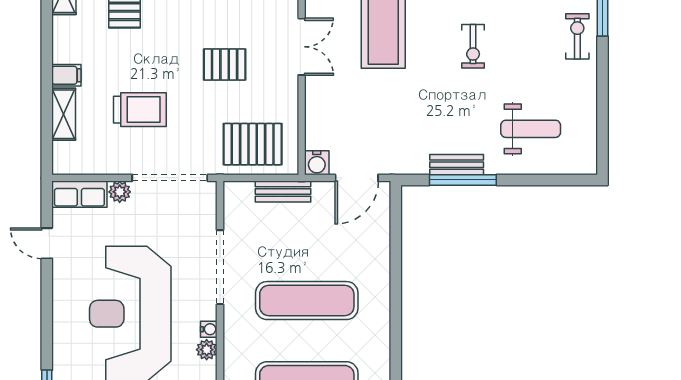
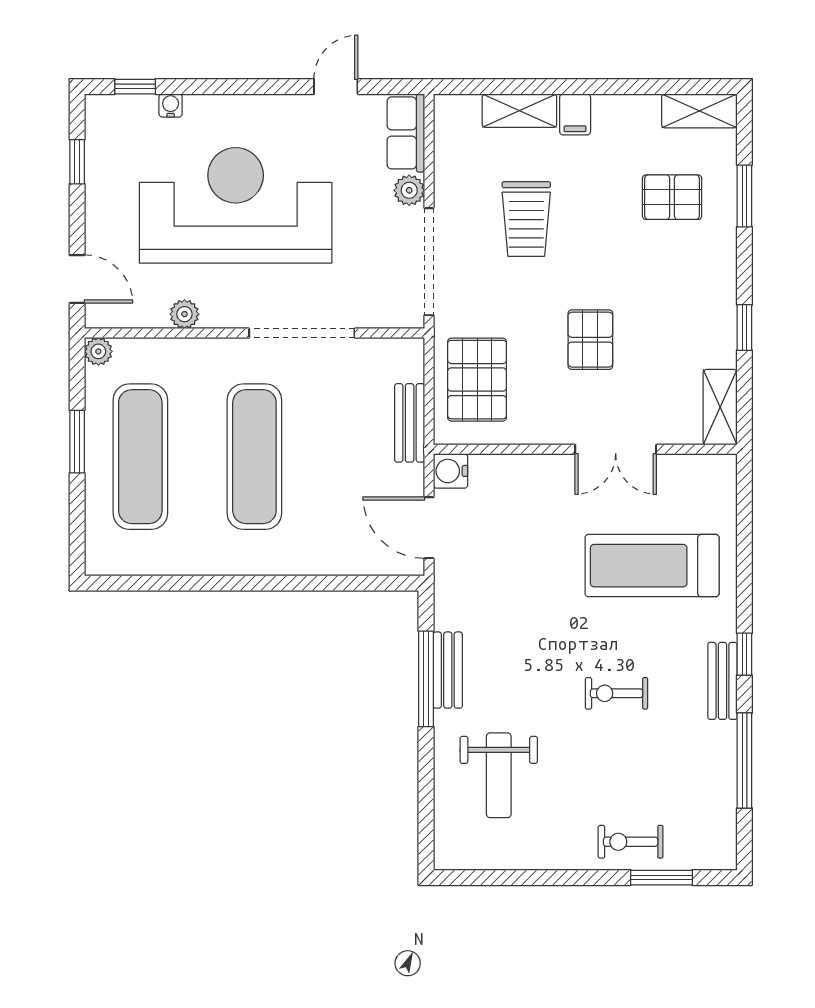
exercise bike: (577, 36) -> (631, 842), turned 180
water cooler: (209, 329) -> (171, 105), moved, turned 180

